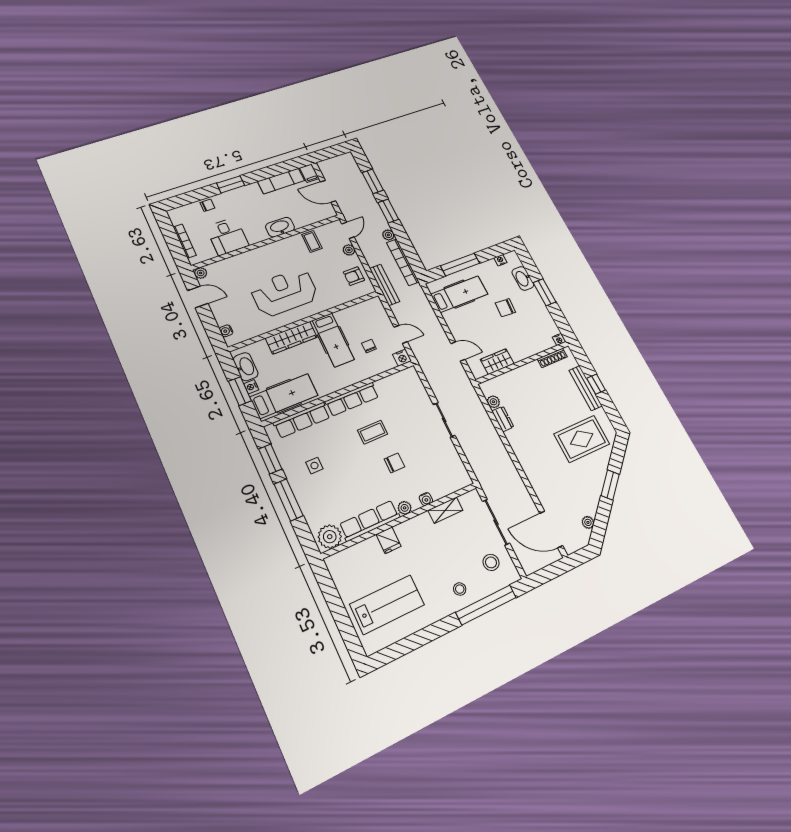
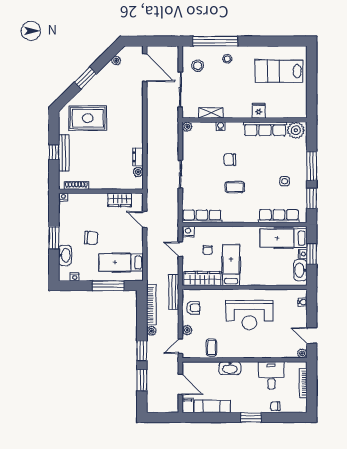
wardrobe: (291, 338) -> (202, 279), moved
row of seats: (352, 399) -> (202, 216), moved
plant: (405, 508) -> (187, 127), moved

